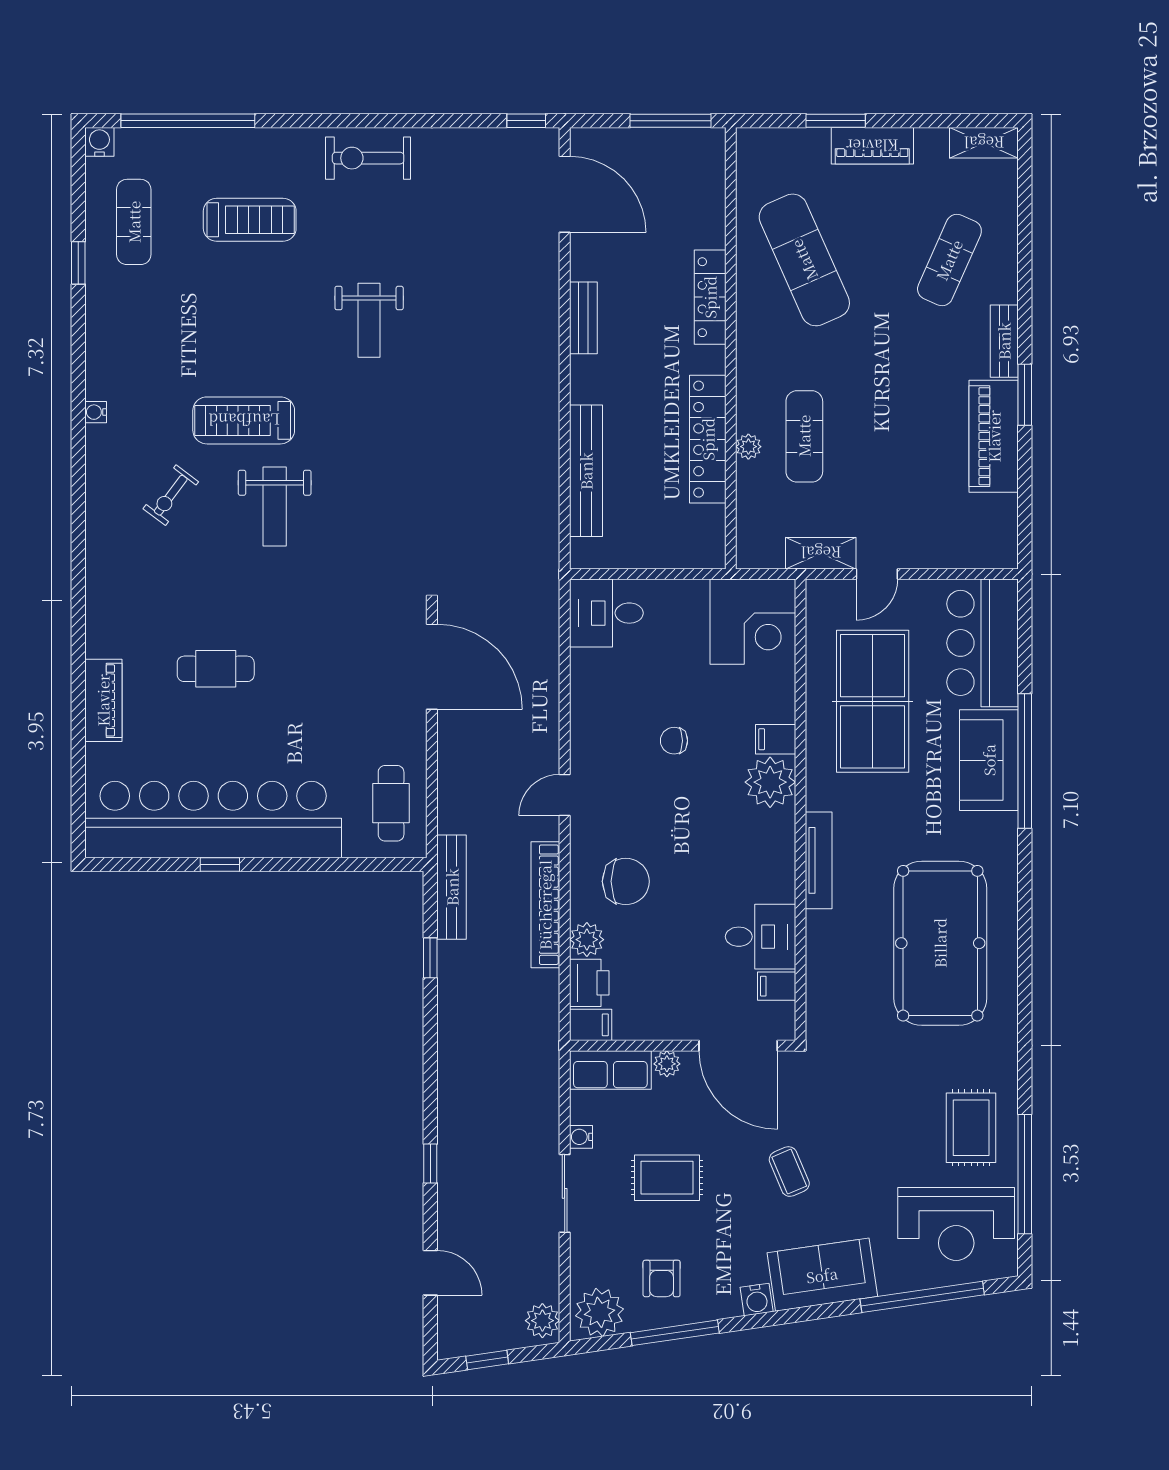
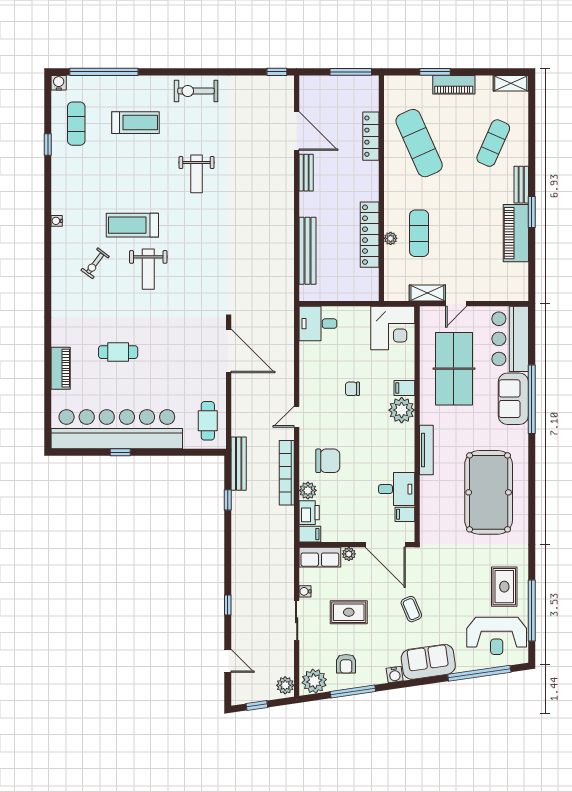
door: (565, 194) -> (297, 131), moved
locker: (710, 297) -> (371, 136), moved

